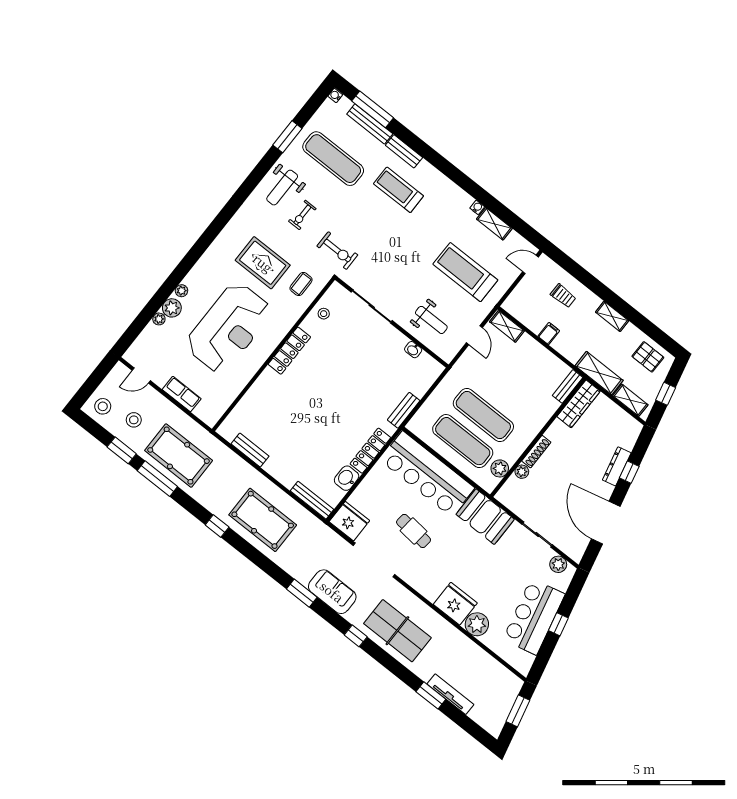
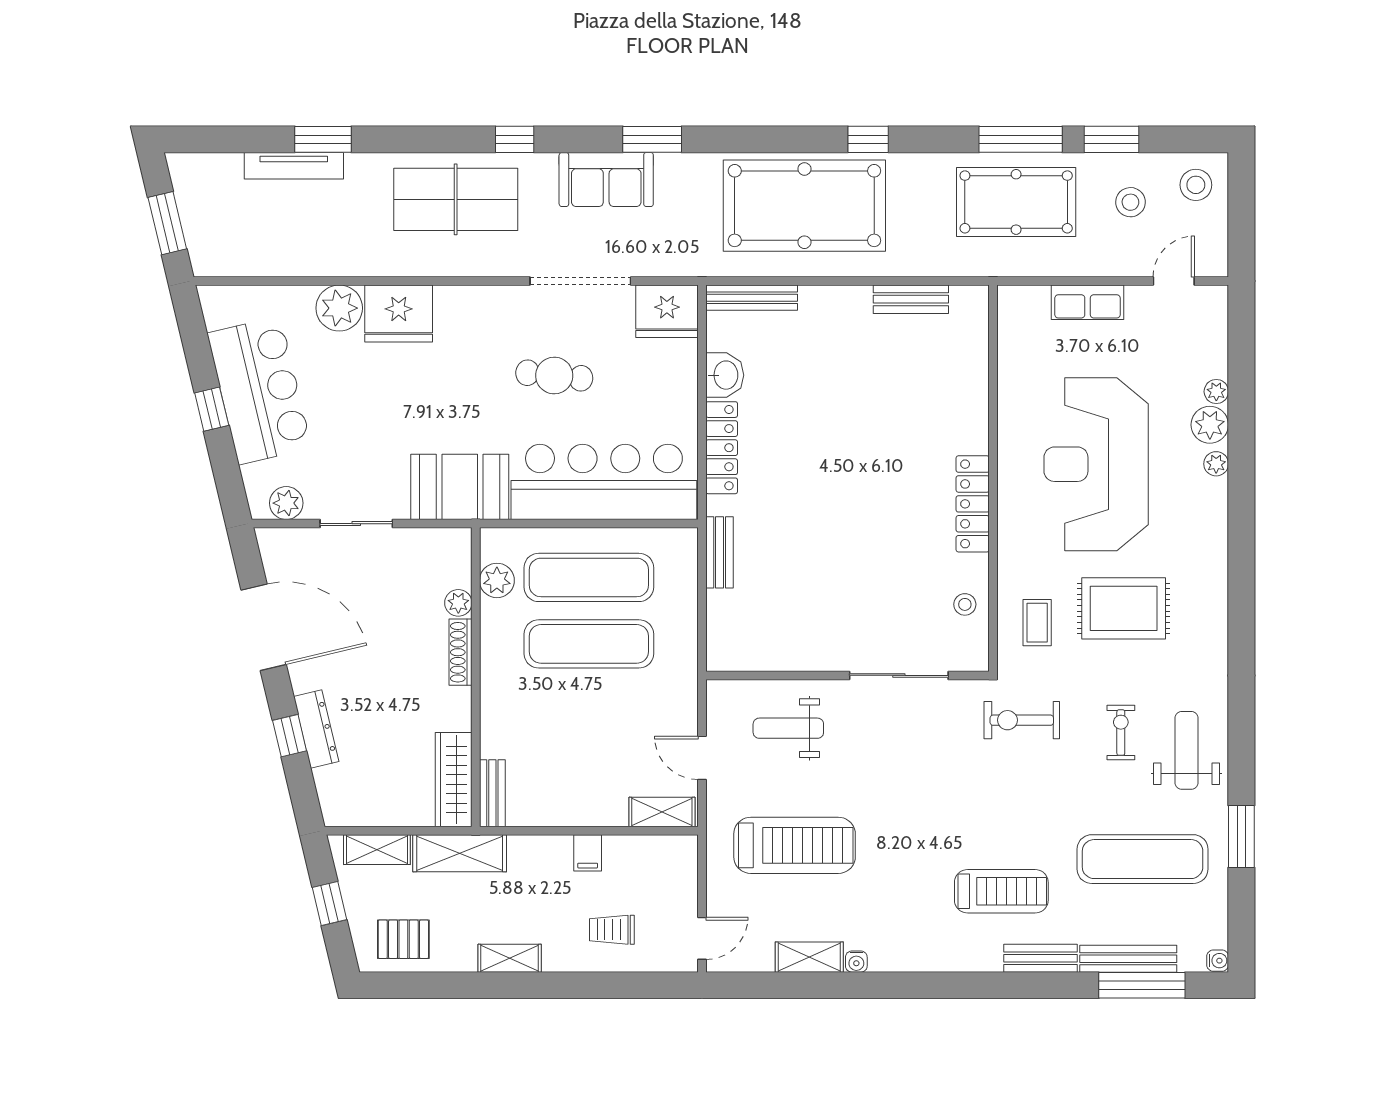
washbasin: (413, 350) -> (780, 659), removed
pool table: (263, 520) -> (804, 206), width x1.36, depth x1.32

